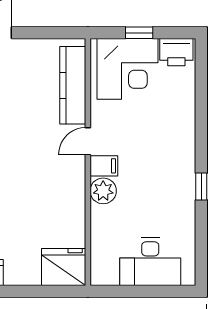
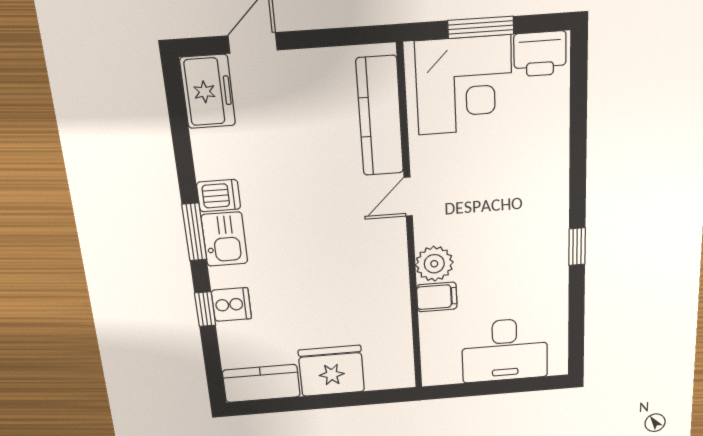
window: (139, 33) -> (481, 27), width x1.50
filing cabinet: (104, 166) -> (437, 297), moved
fridge: (64, 267) -> (331, 371), moved

